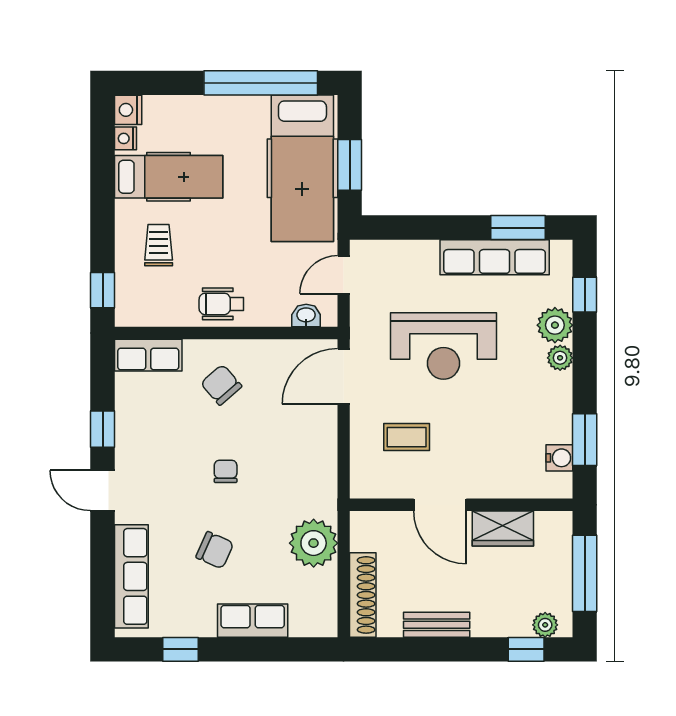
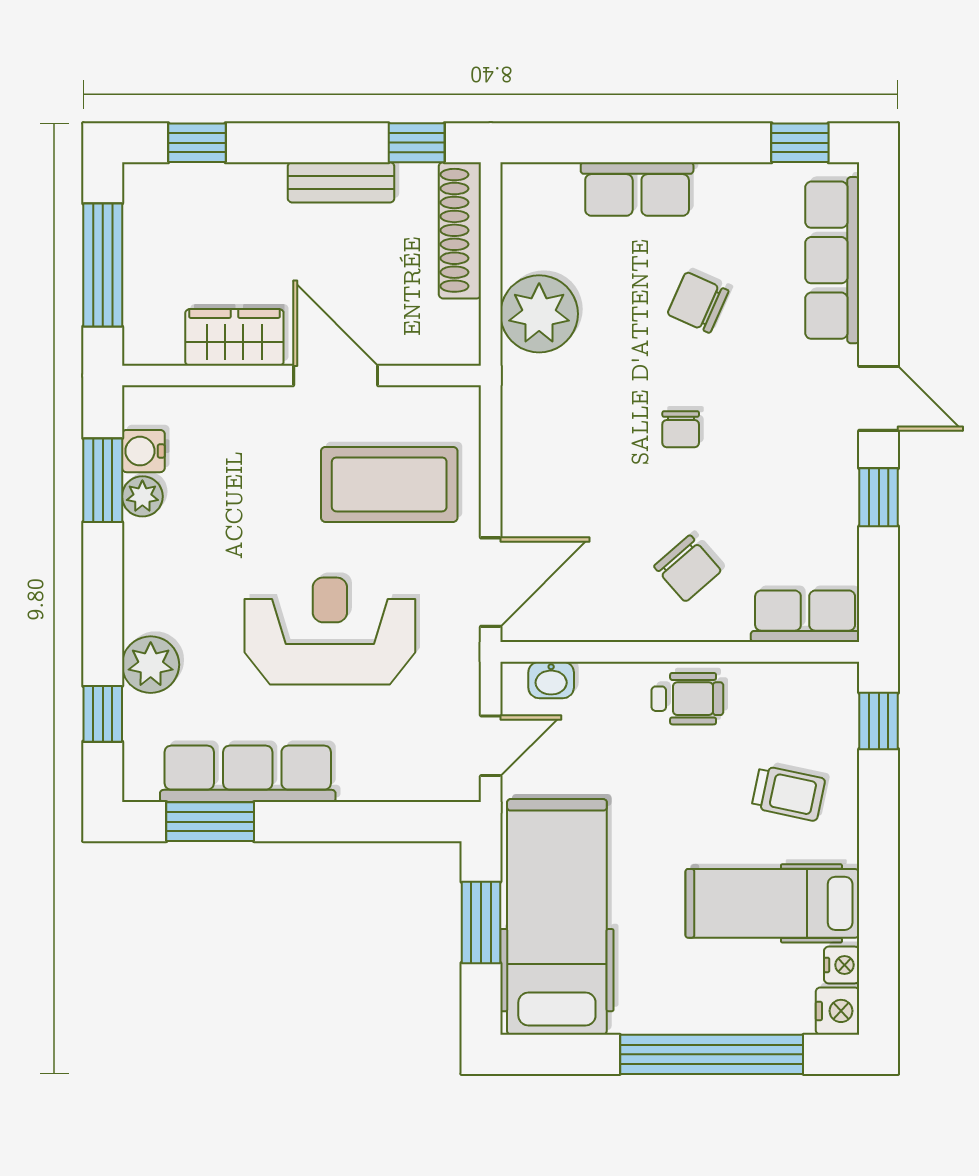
window: (261, 83) -> (712, 1054), moved
trolley: (159, 245) -> (788, 793), turned -78
plant: (560, 358) -> (142, 496), moved
coffee table: (407, 437) -> (389, 484), width x1.86, depth x1.72
plant: (545, 625) -> (166, 182), removed
window: (180, 649) -> (800, 143), moved
window: (390, 649) -> (417, 143), added

